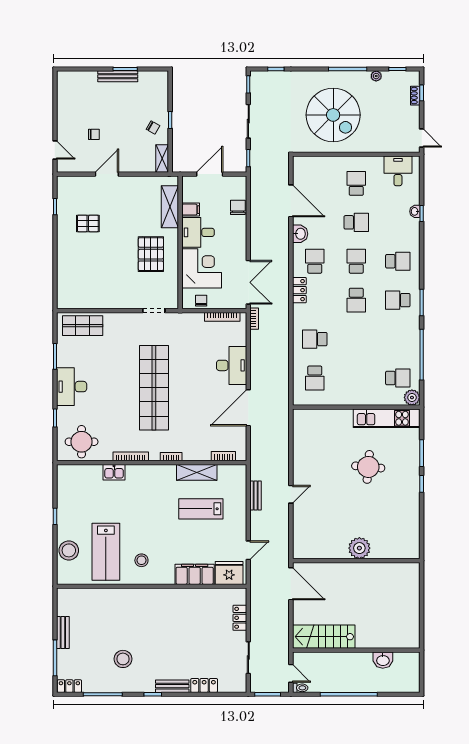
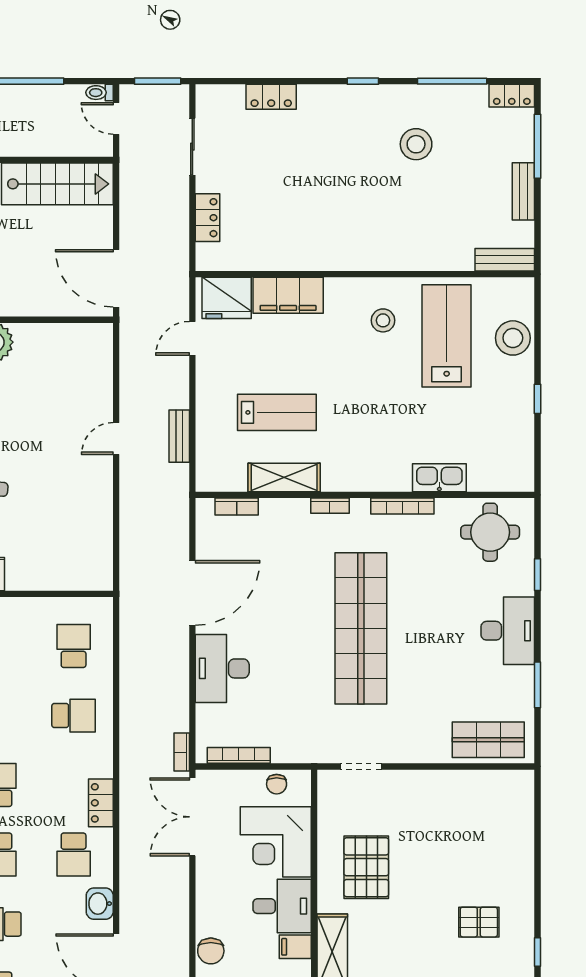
kitchen sink: (114, 472) -> (439, 478), width x1.38
bench: (172, 686) -> (505, 260), moved

